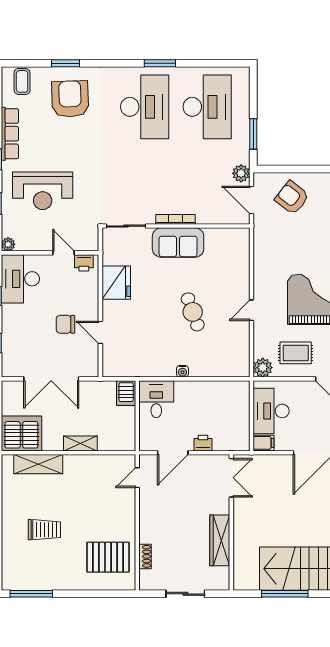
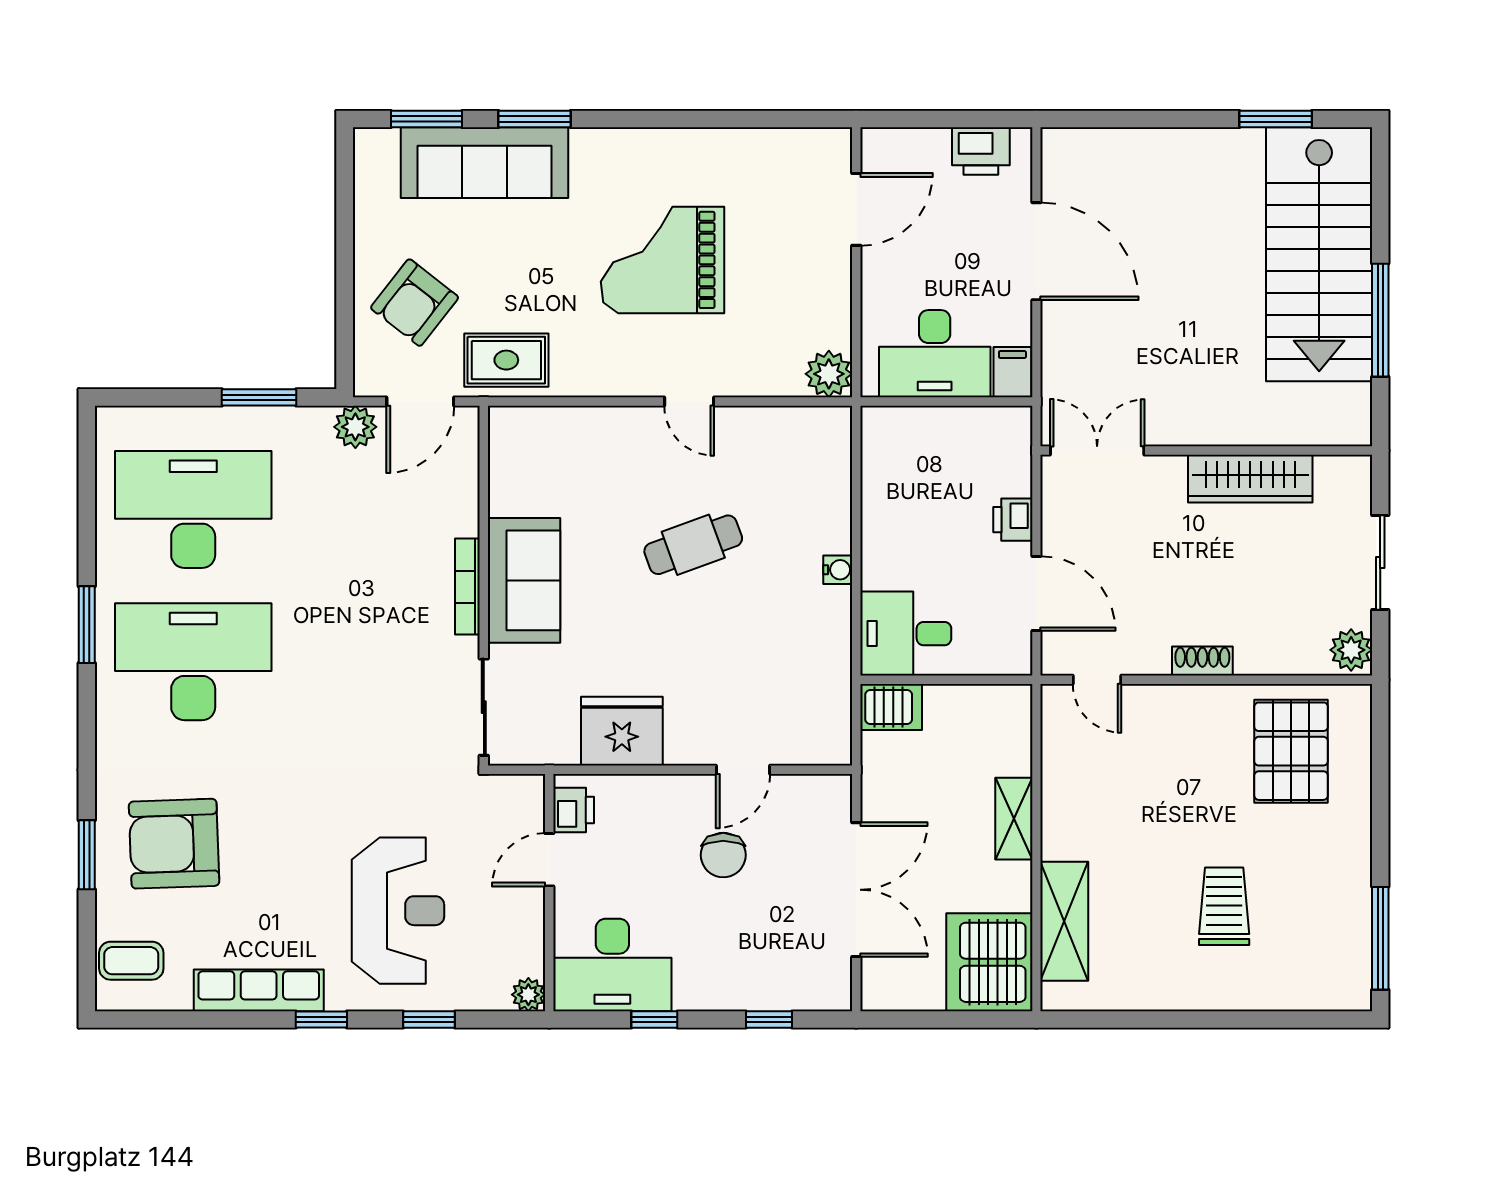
rug: (296, 353) -> (506, 360), moved, turned 90
shoe rack: (145, 556) -> (1202, 661), moved
plant: (150, 582) -> (1351, 650), added

